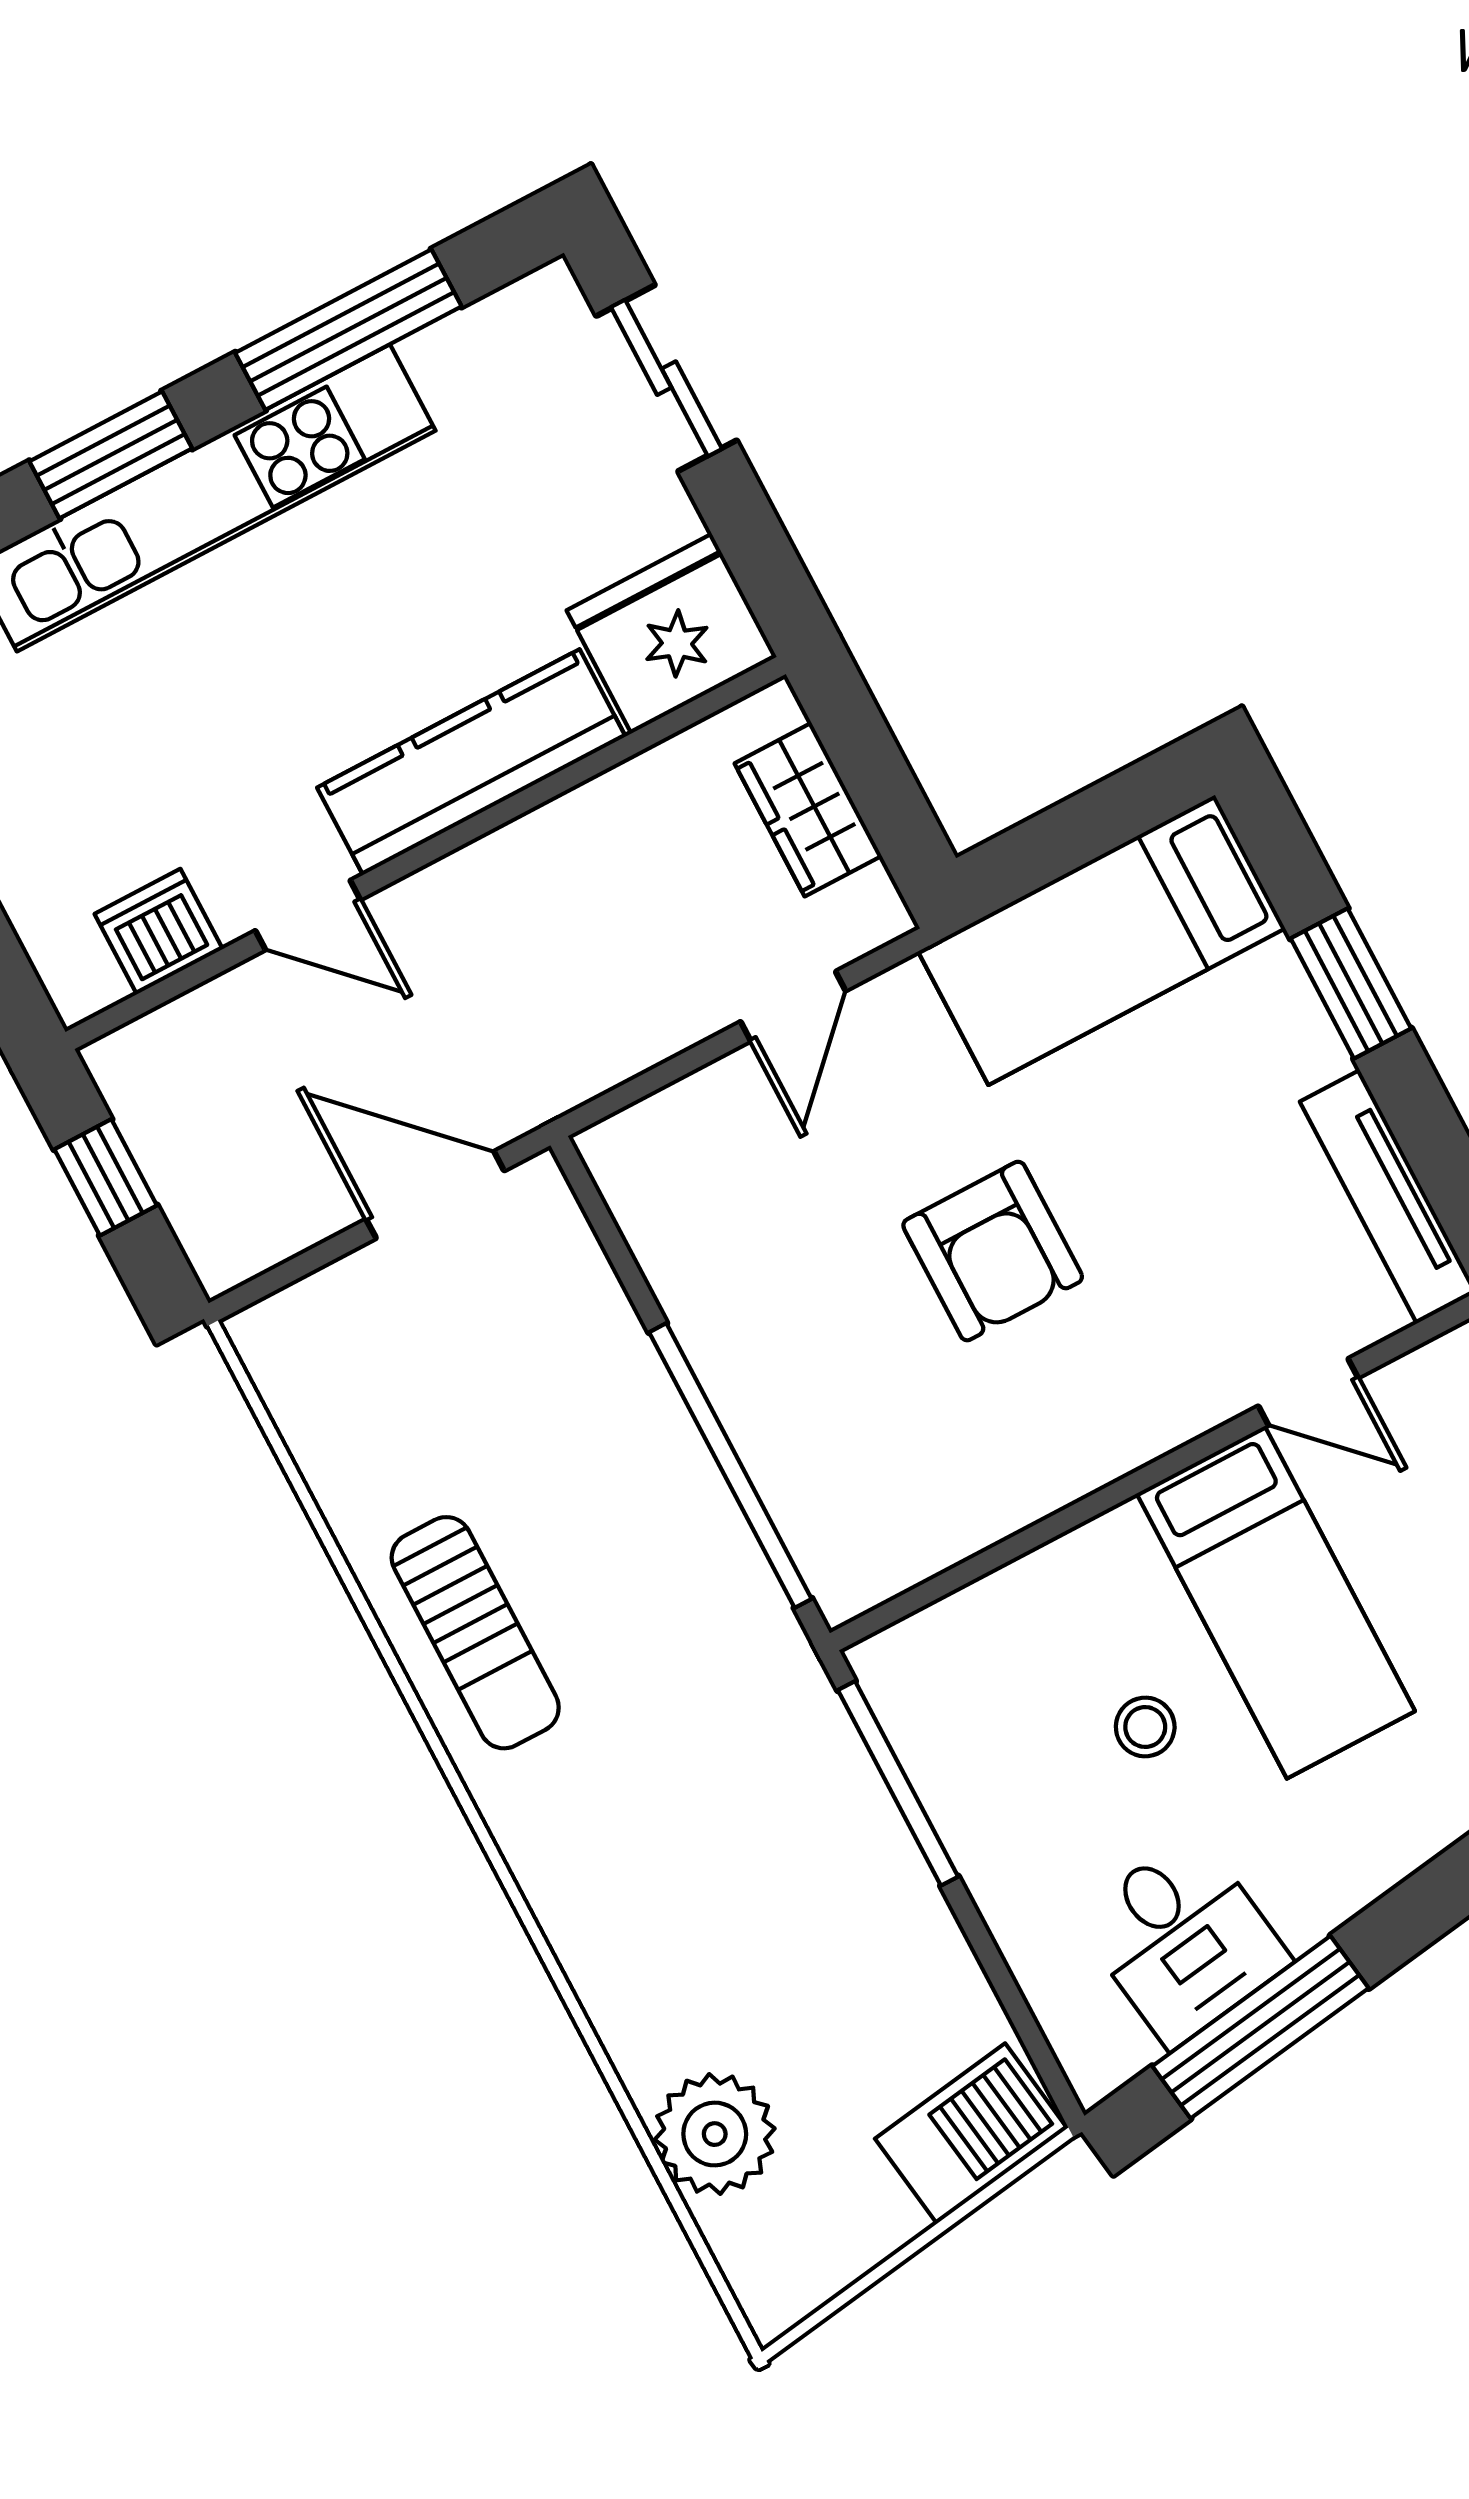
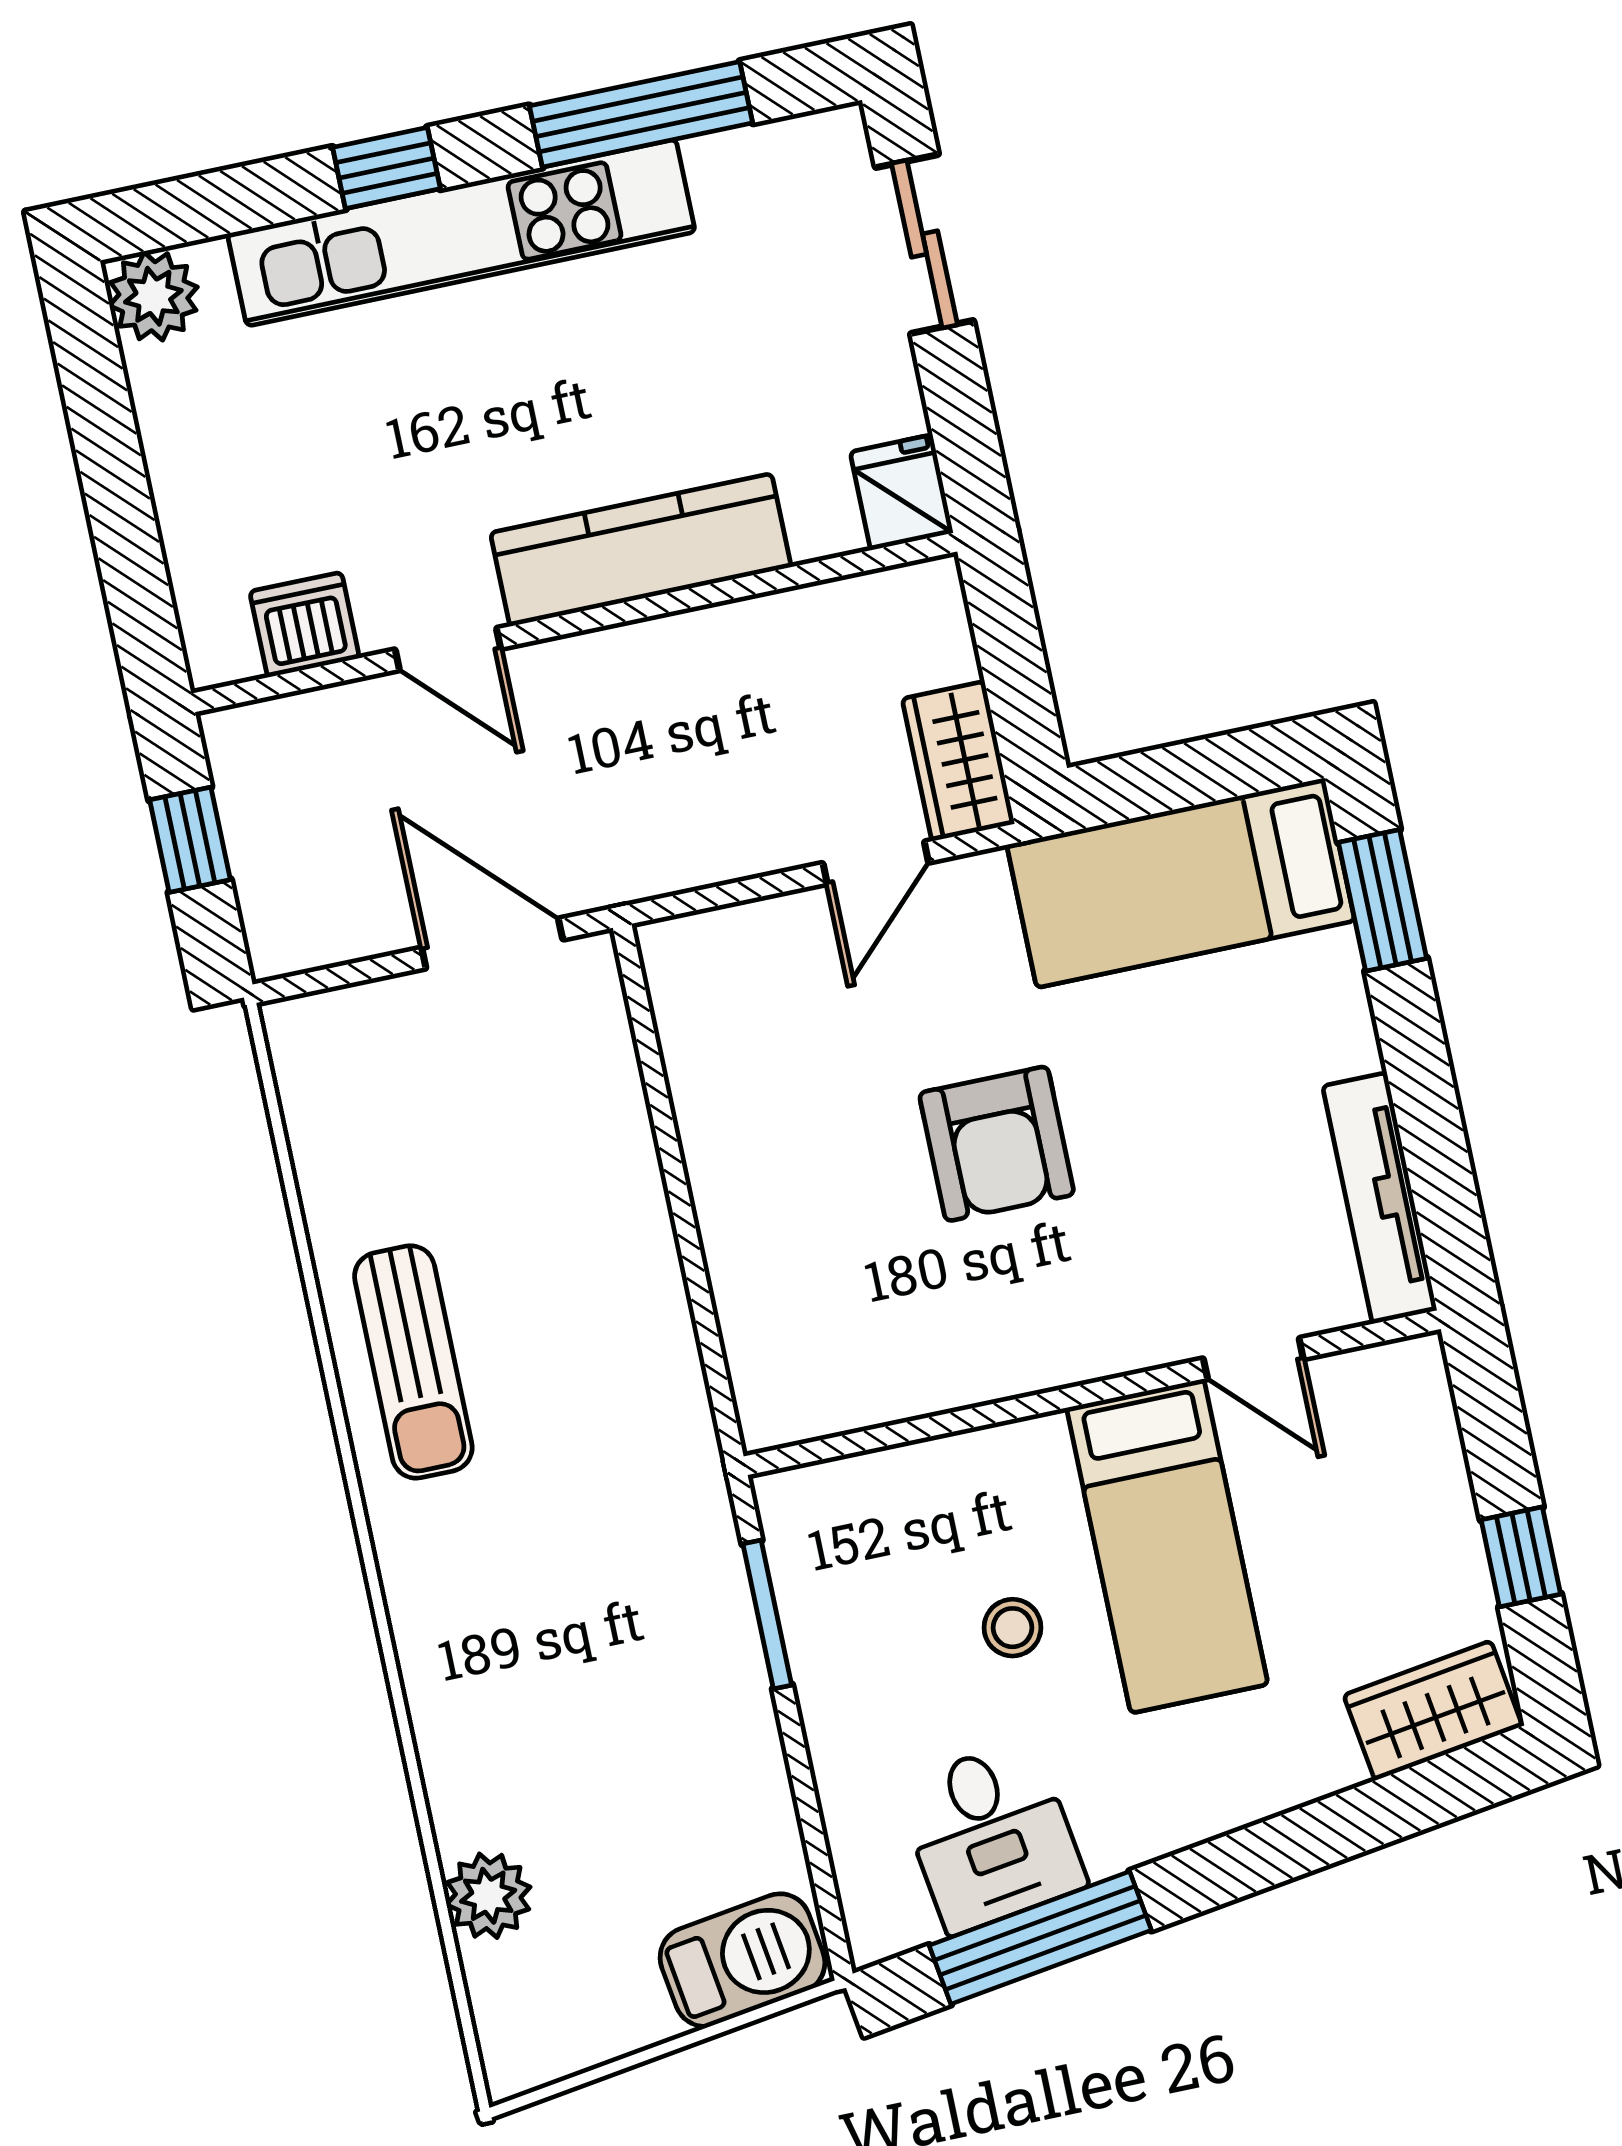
window: (111, 455) -> (386, 168), width x0.67
fridge: (672, 634) -> (902, 492), width x0.53, depth x0.75
wardrobe: (808, 810) -> (958, 761), moved
window: (1351, 983) -> (1383, 900), moved
window: (730, 1466) -> (695, 1274), removed
window: (898, 1783) -> (767, 1615), width x0.69
plant: (715, 2134) -> (488, 1896), width x0.73, depth x0.73

